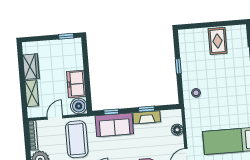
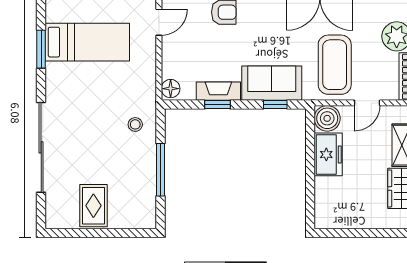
window: (66, 36) -> (338, 233), removed
window: (178, 66) -> (160, 170), width x2.17
floor lamp: (177, 130) -> (171, 89), moved

